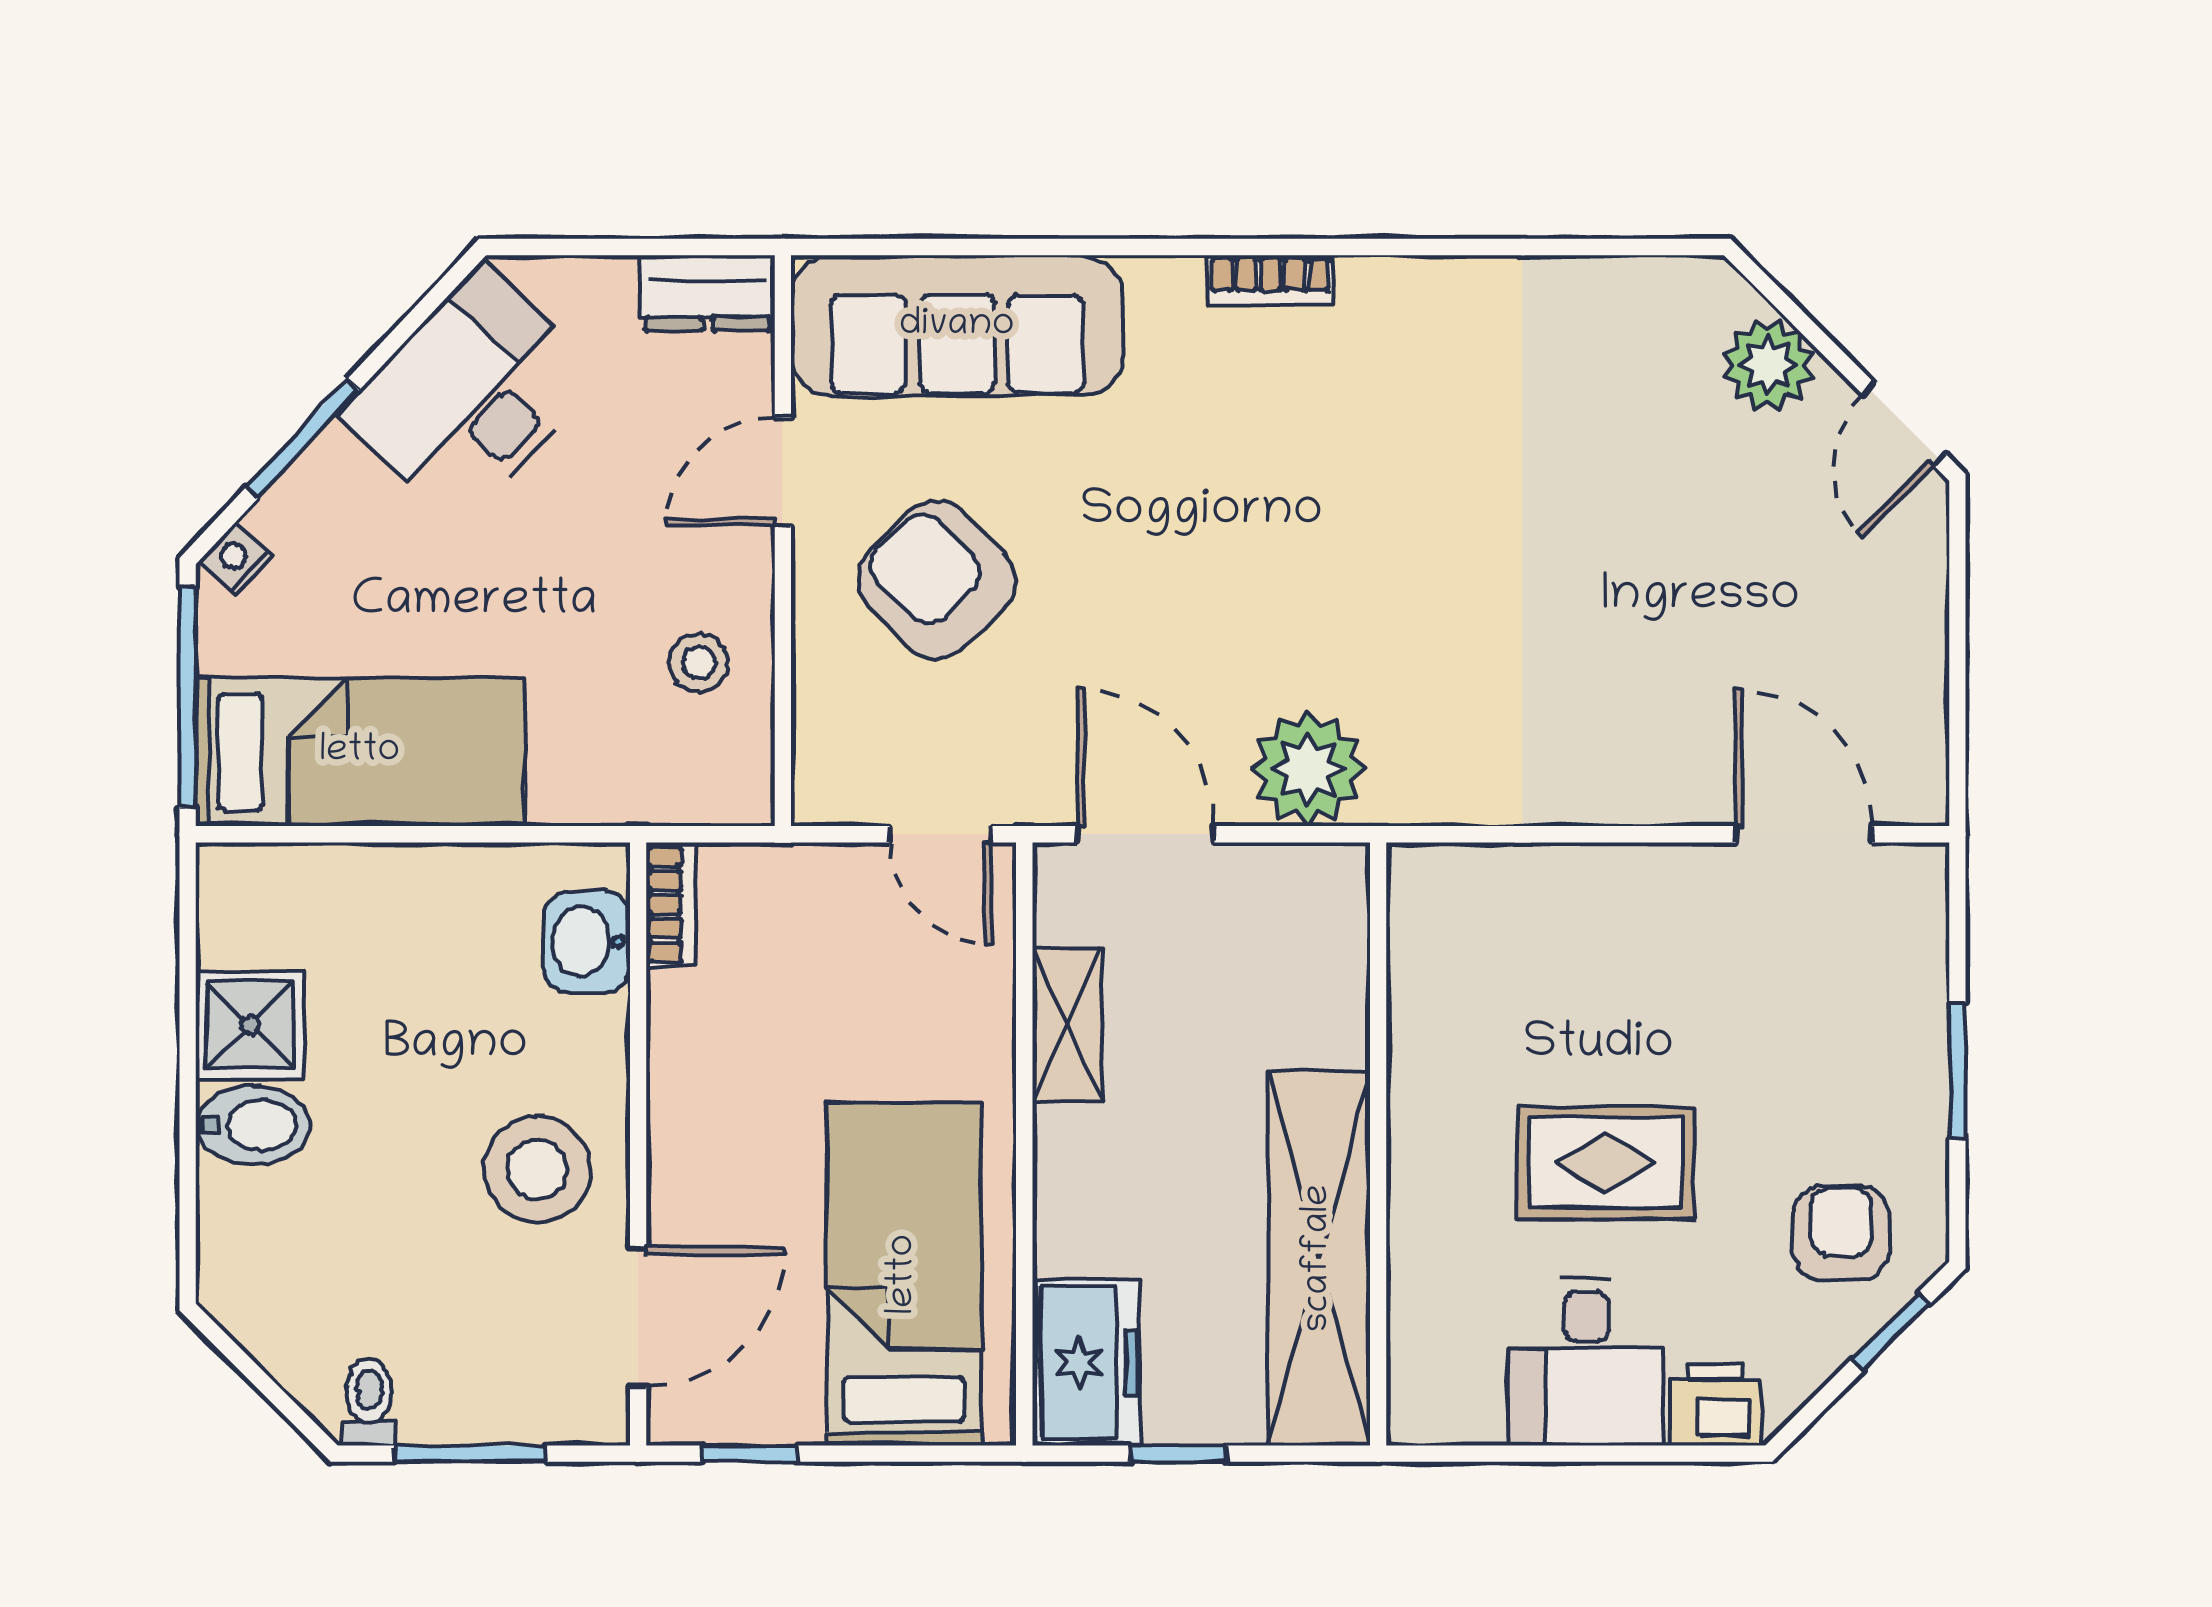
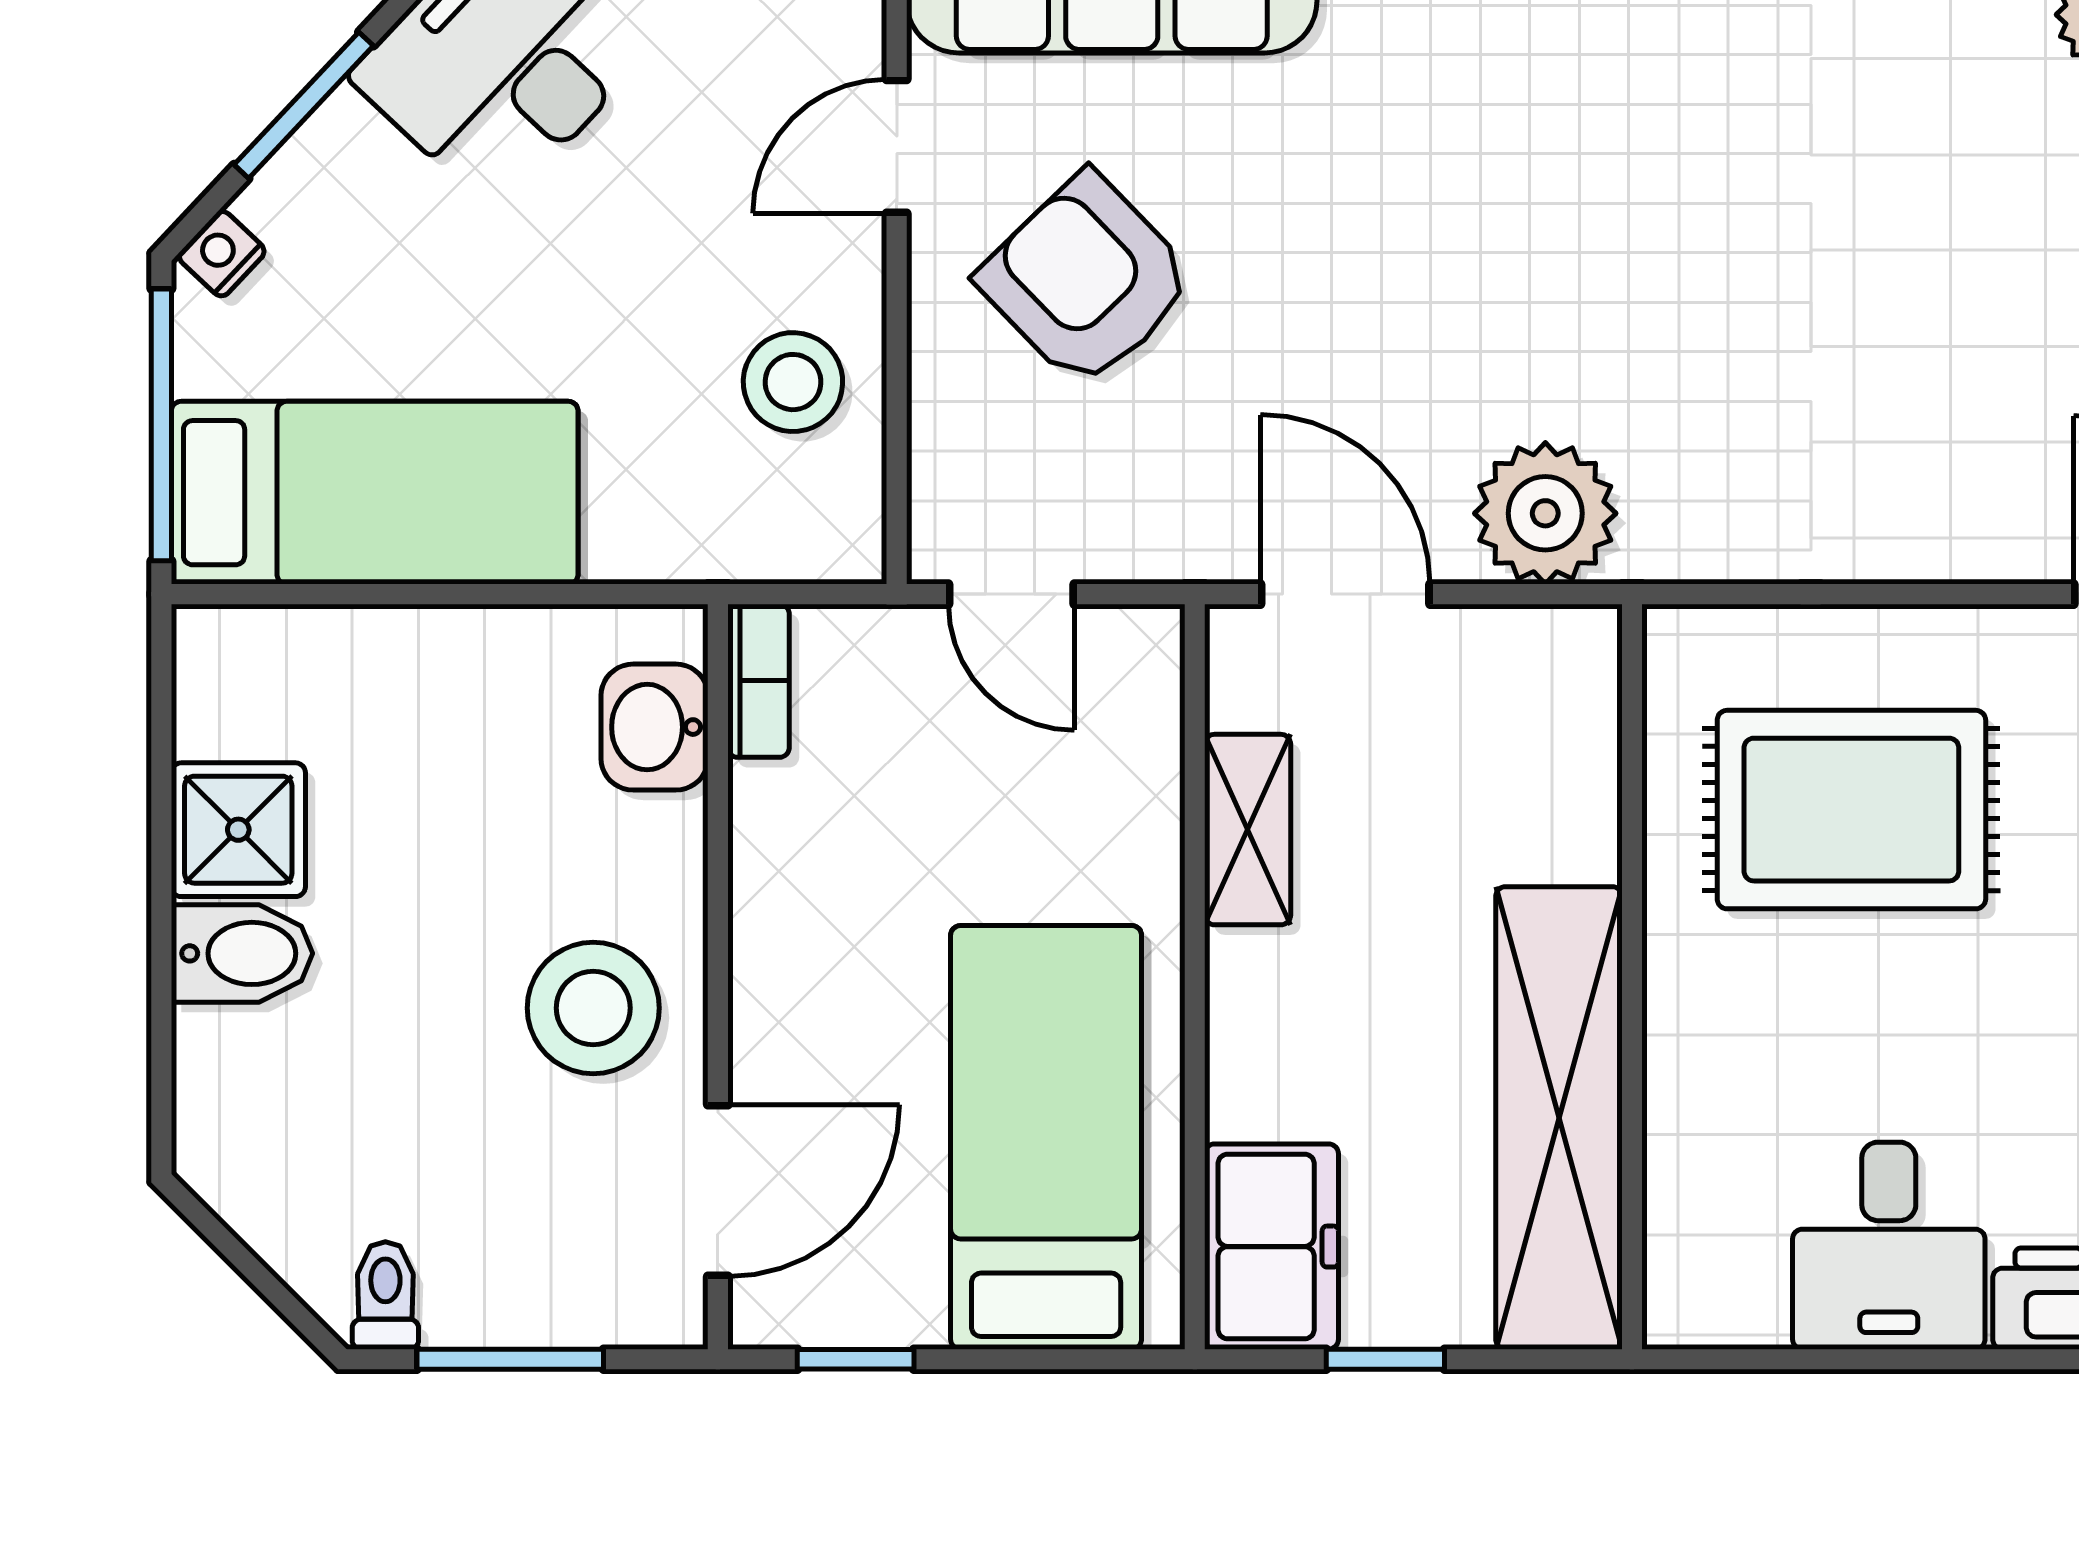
stool: (699, 663) -> (793, 382), width x1.37, depth x1.37
door: (940, 834) -> (1011, 594), moved
rug: (1605, 1163) -> (1851, 810), moved, width x1.36, depth x1.43

